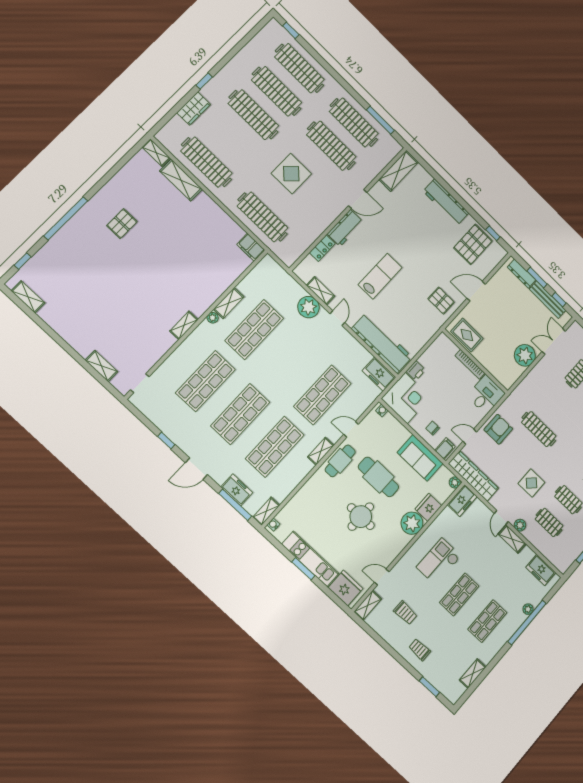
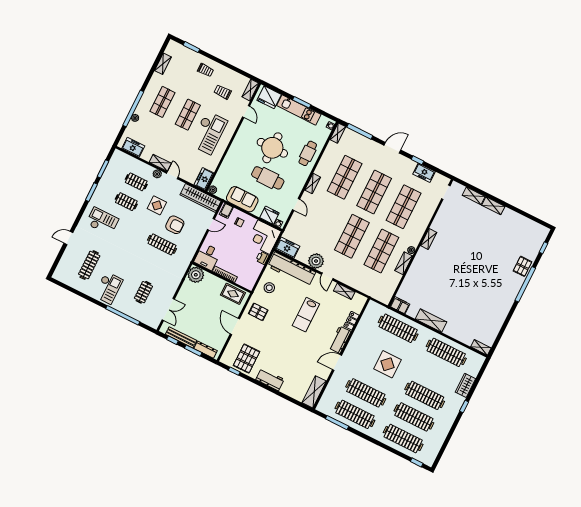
shelving: (181, 180) -> (431, 321), moved
workbench: (446, 202) -> (270, 379), width x0.73
pallet: (122, 224) -> (523, 266), moved
door: (476, 291) -> (235, 326), swing flipped
shelving: (28, 297) -> (493, 206), moved
plant: (308, 307) -> (316, 261), moved
stool: (418, 328) -> (269, 288), added
plant: (525, 355) -> (196, 275), moved
shop shelf: (322, 395) -> (352, 236), moved
door: (351, 429) -> (296, 204), hinge flipped
armchair: (498, 429) -> (175, 225), moved, turned -90
cafe table: (340, 461) -> (308, 153), moved
freezer: (237, 490) -> (424, 173), moved
fridge: (428, 507) -> (269, 215), moved, turned -90
round table: (361, 517) -> (272, 148), width x1.36, depth x1.36
plant: (412, 523) -> (235, 153), removed
checkout: (439, 562) -> (209, 133), width x1.36, depth x1.21
door: (382, 577) -> (246, 111), hinge flipped

